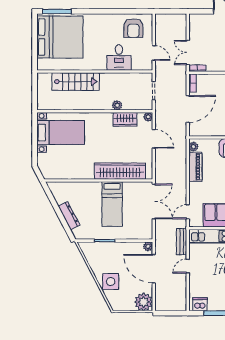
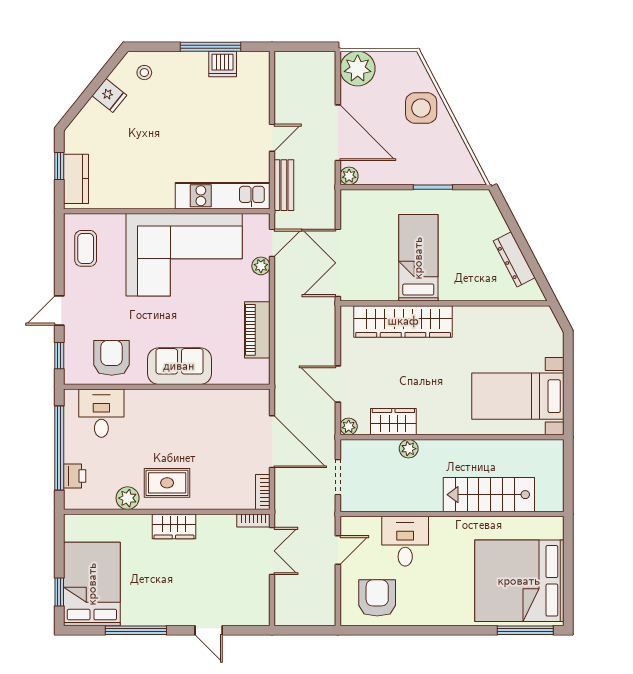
door: (154, 53) -> (338, 550), swing flipped
door: (188, 109) -> (272, 442), swing flipped
plant: (194, 147) -> (261, 266), moved
dresser: (69, 216) -> (514, 259), moved
dishwasher: (200, 304) -> (223, 64), moved

